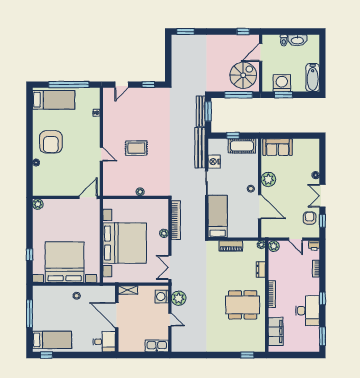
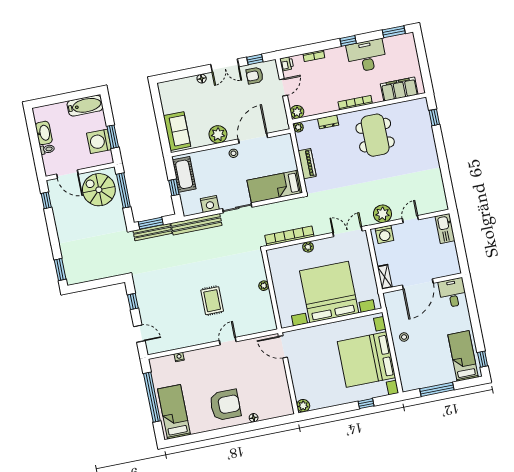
double door: (170, 267) -> (348, 232), swing flipped

